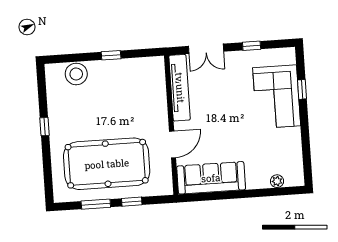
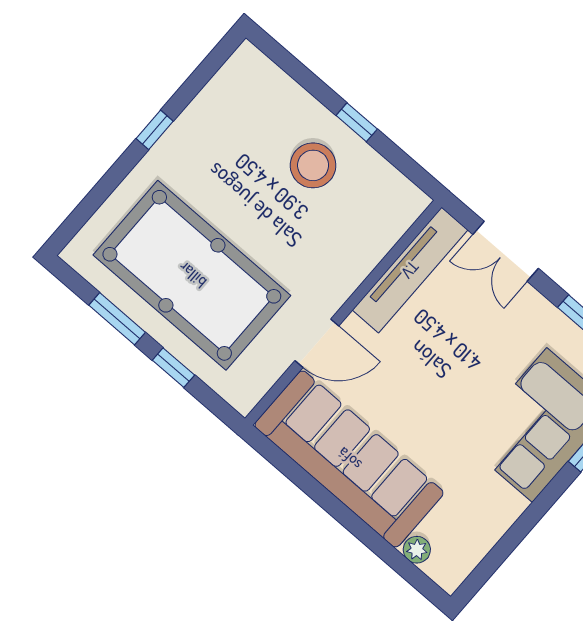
stool: (76, 74) -> (313, 165), moved
sofa: (211, 178) -> (349, 459), width x1.36, depth x1.27

